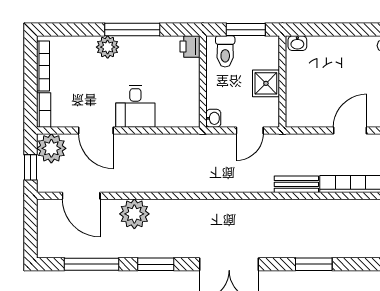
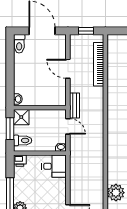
shower: (266, 83) -> (21, 117), moved
desk: (135, 106) -> (54, 166), moved
bench: (296, 184) -> (75, 106), moved

